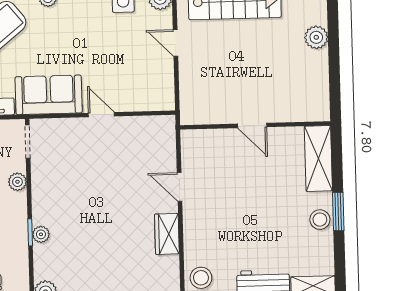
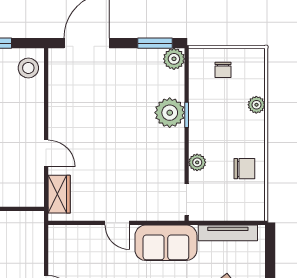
plant: (41, 234) -> (170, 113), width x1.87, depth x1.87
wardrobe: (167, 234) -> (59, 194), moved

